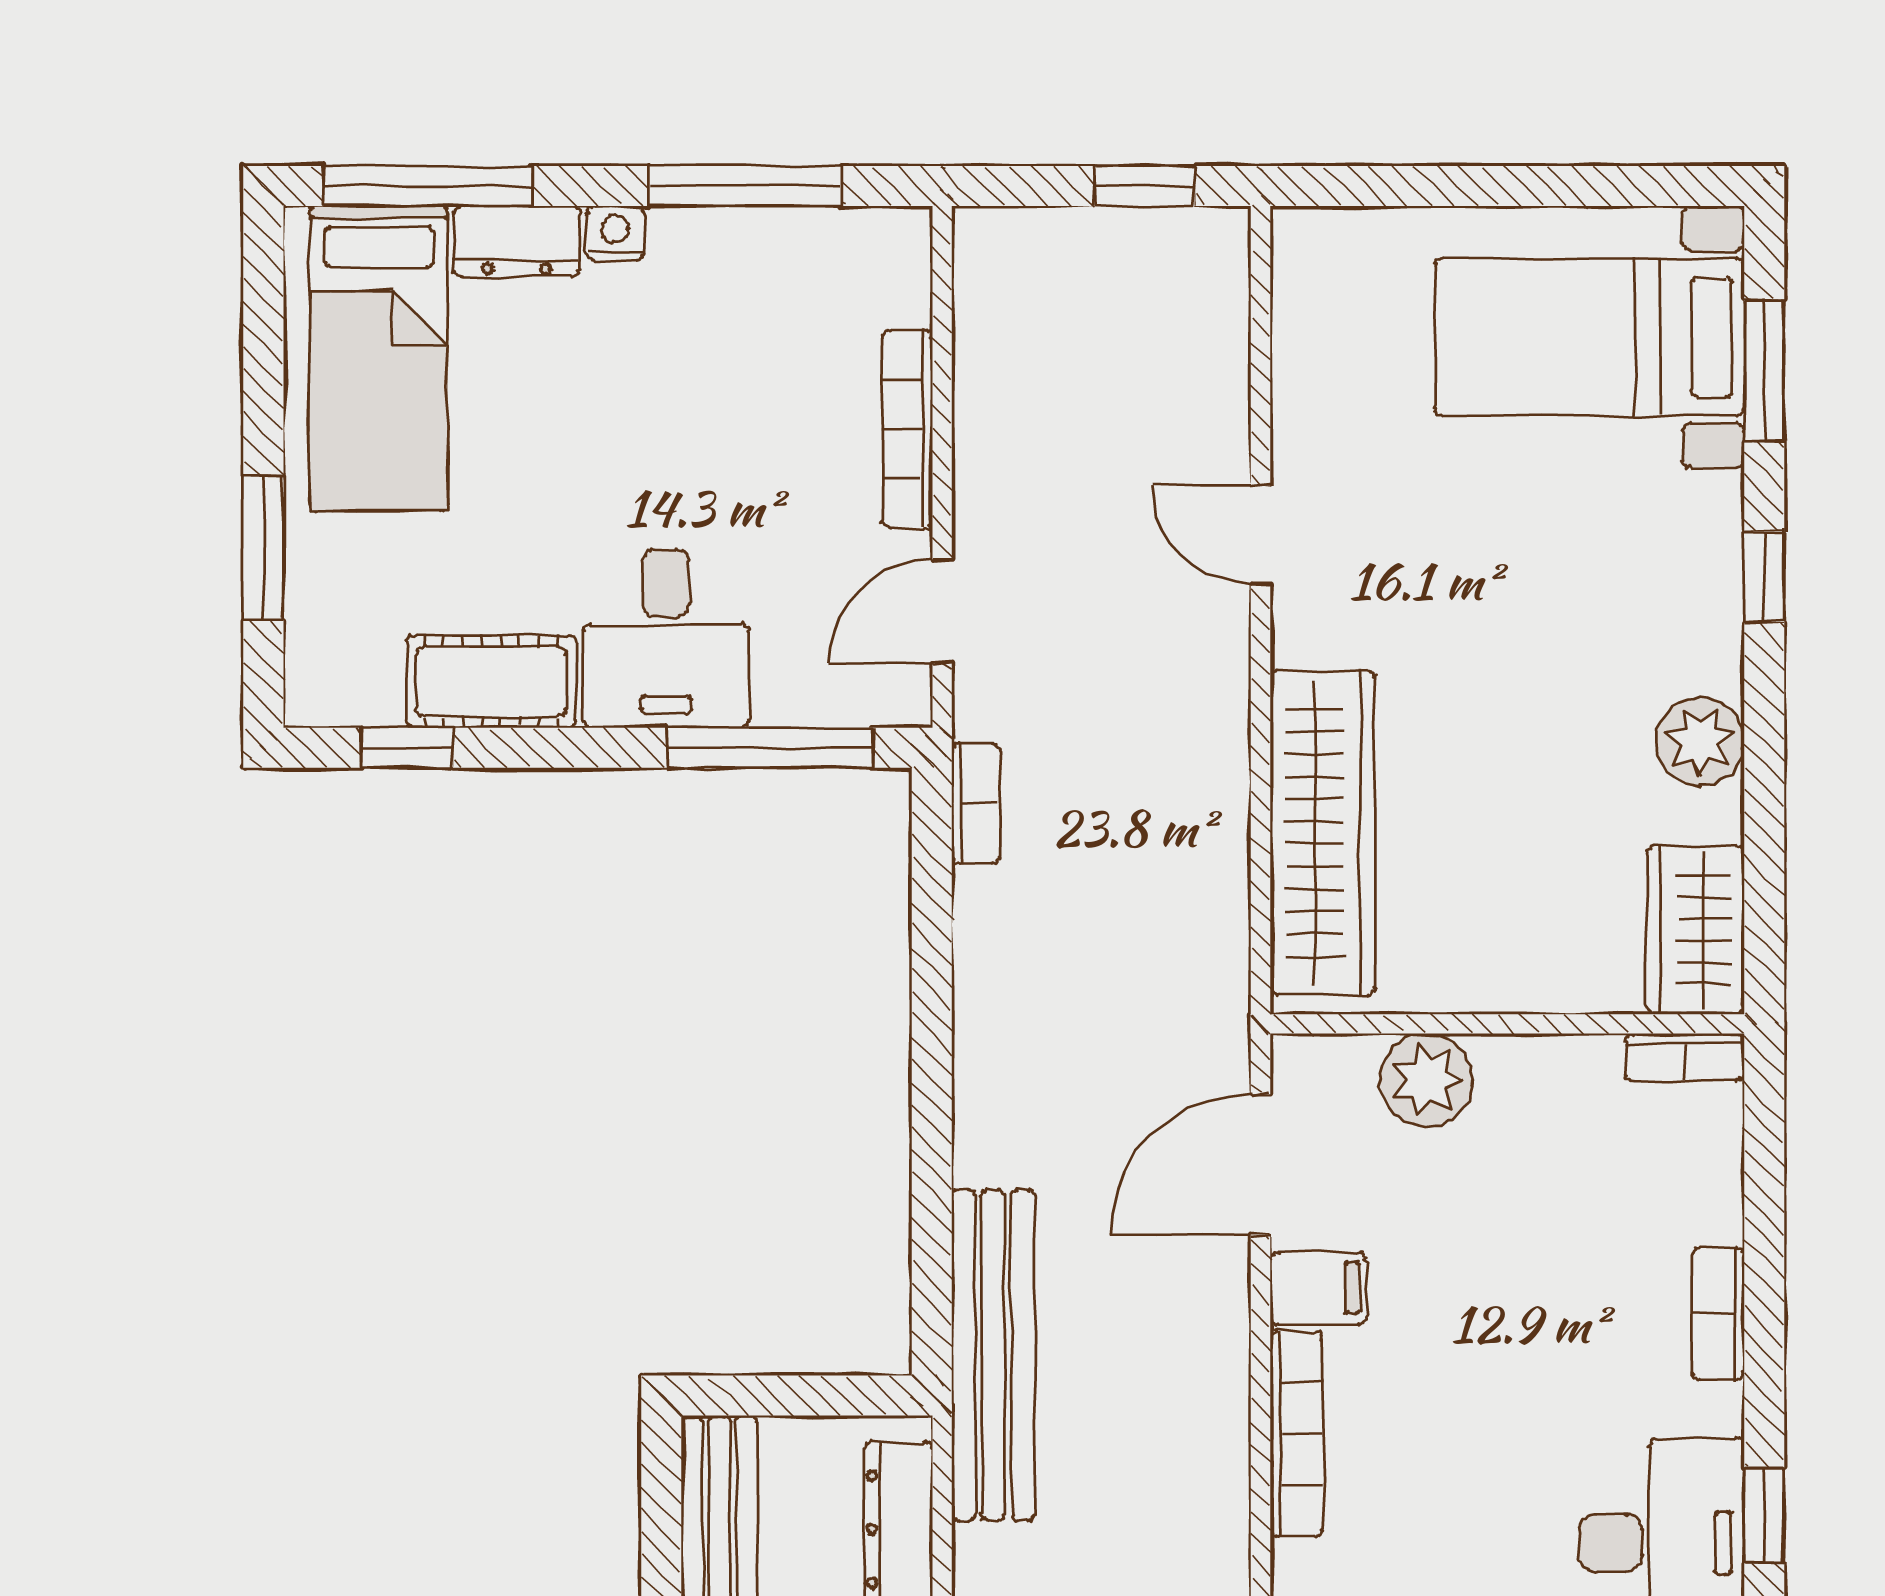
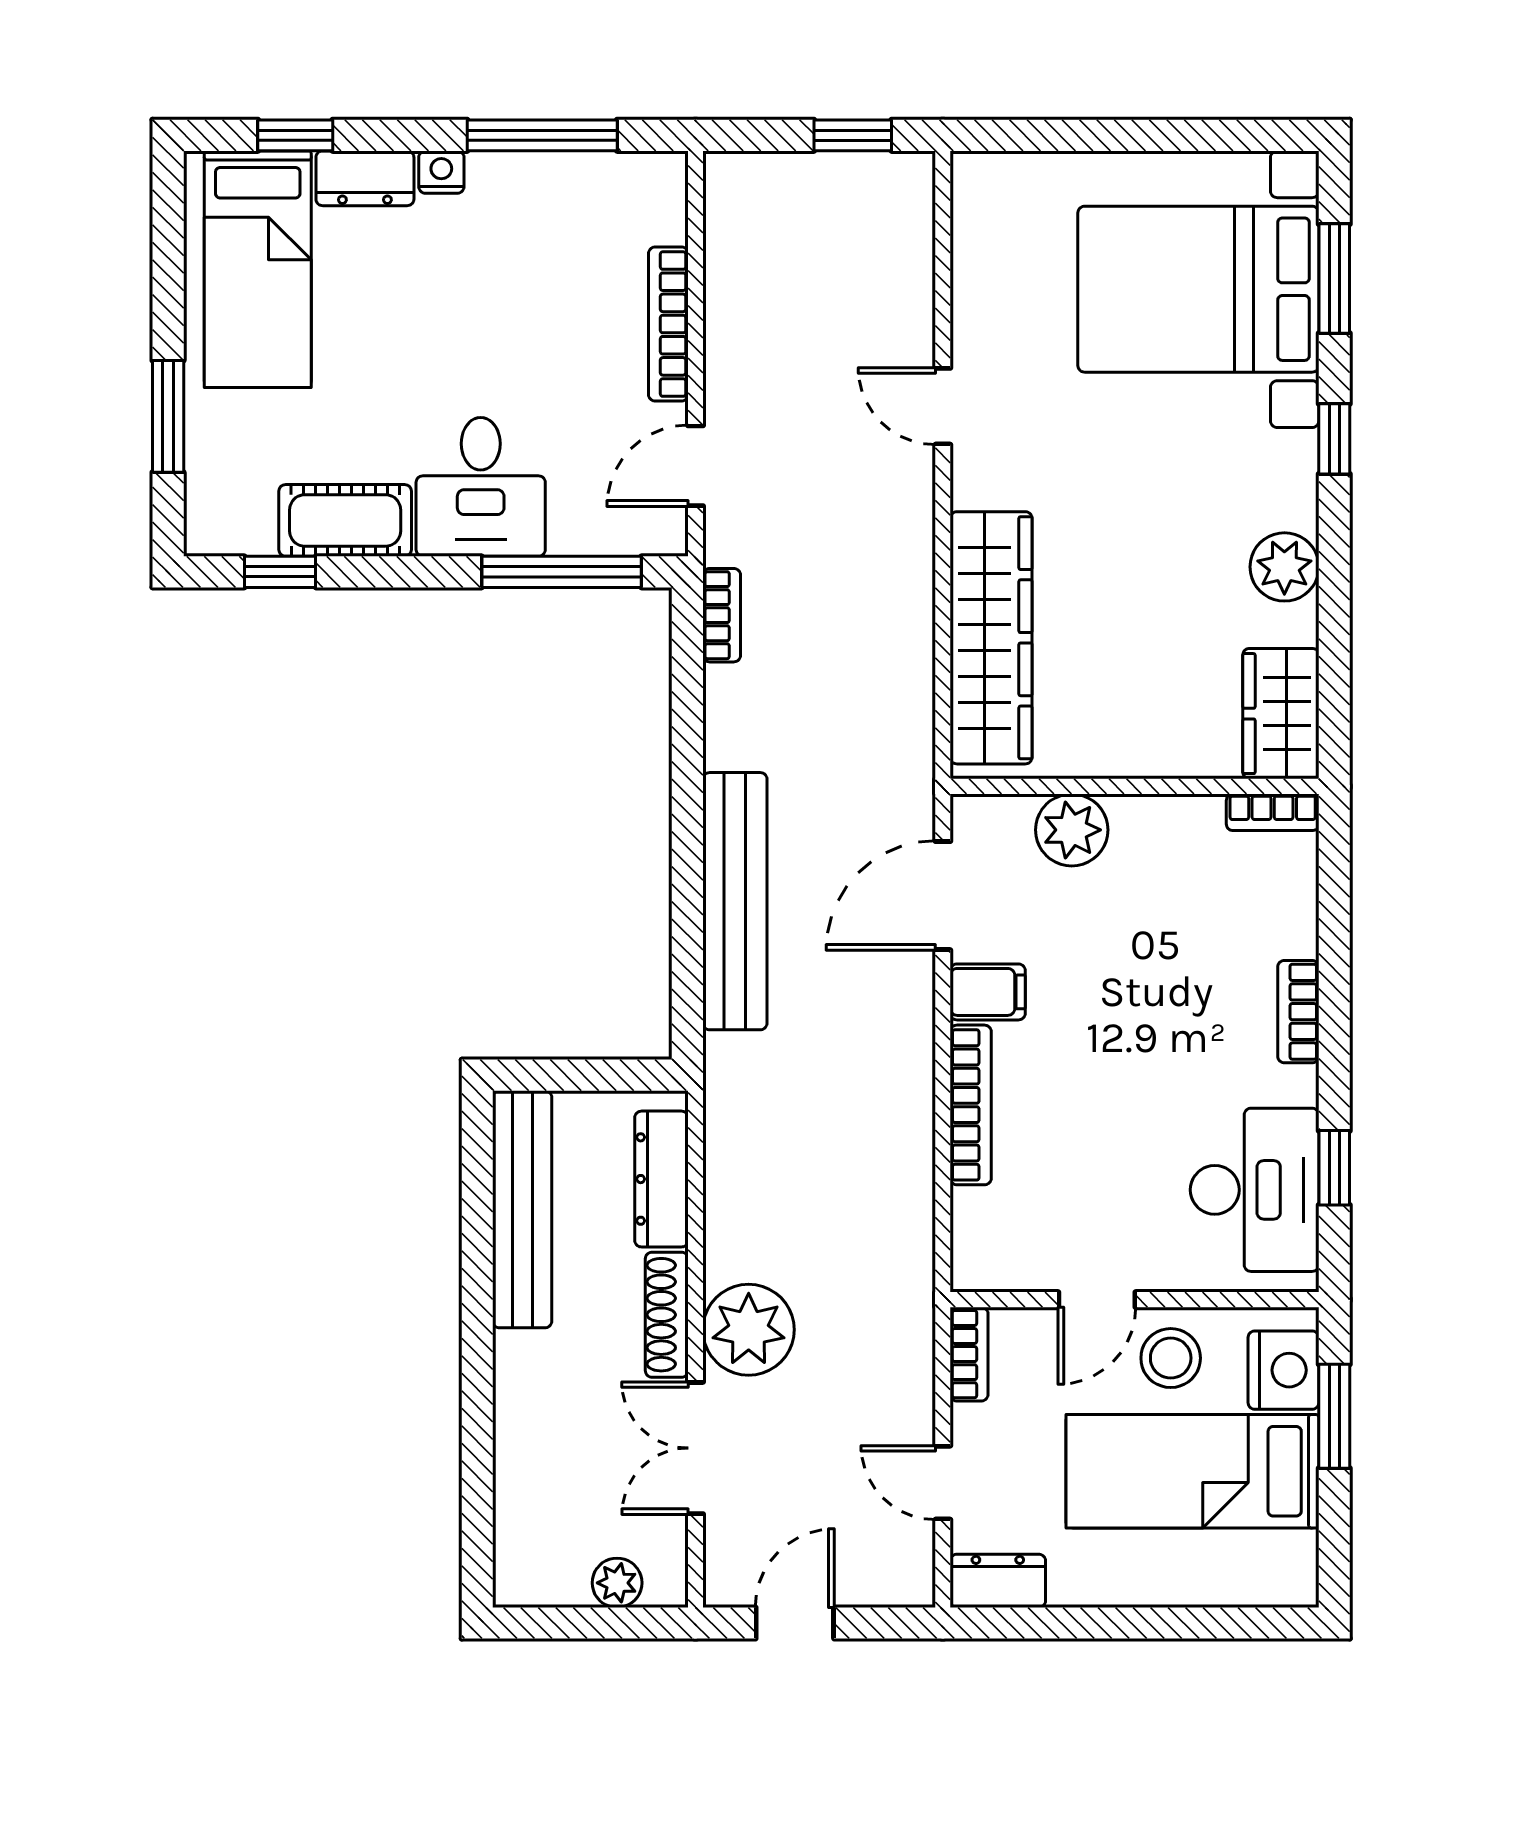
window: (427, 186) -> (295, 135), width x0.46
bed with nightstands: (1589, 337) -> (1198, 289), width x1.36
bench: (993, 1355) -> (735, 901), moved

